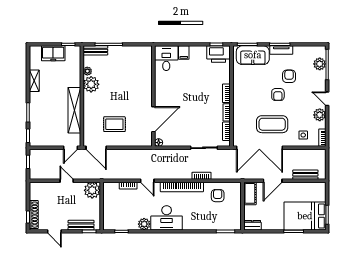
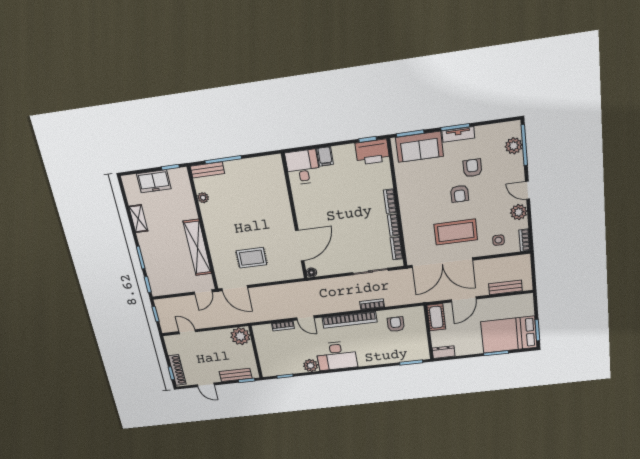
plant: (91, 84) -> (211, 213), removed
door: (67, 181) -> (187, 332), moved

